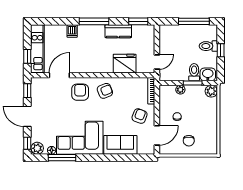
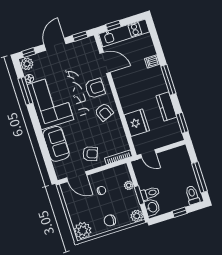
toilet: (208, 46) -> (192, 195), moved
chair: (189, 141) -> (110, 220), moved
plant: (209, 146) -> (83, 231), added

